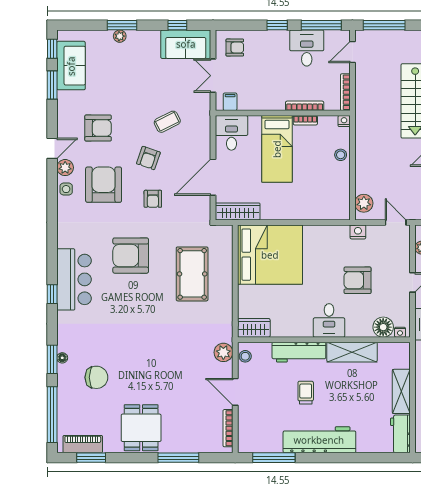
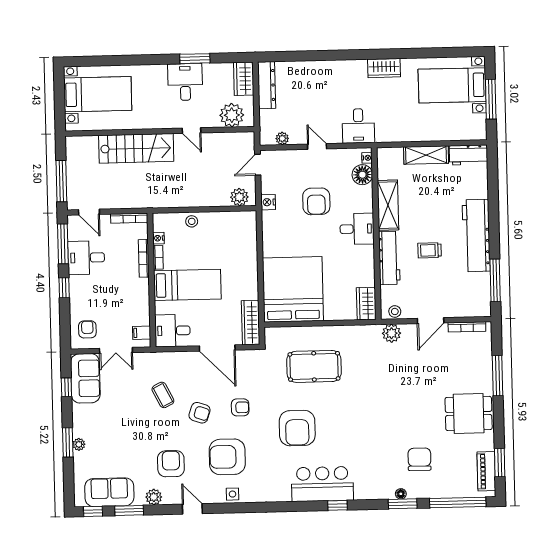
nightstand: (344, 121) -> (158, 238), moved
plant: (65, 168) -> (154, 497), moved

